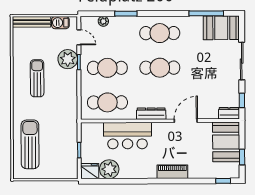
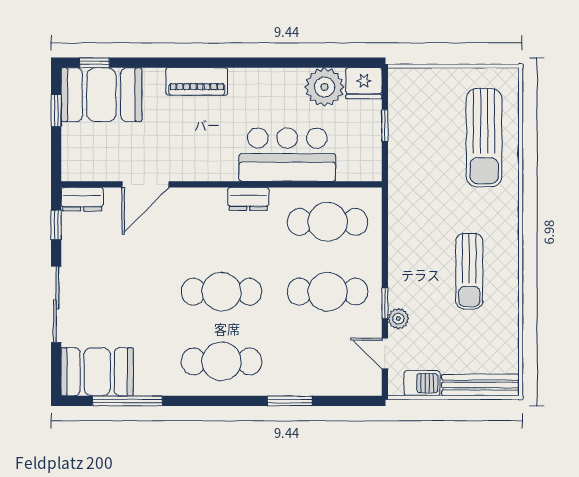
plant: (103, 21) -> (335, 386), removed
plant: (68, 59) -> (398, 319), width x0.53, depth x0.53
dresser: (151, 114) -> (248, 199), width x0.70
door: (186, 121) -> (146, 184), moved
booth: (226, 142) -> (101, 95), moved, turned 90

